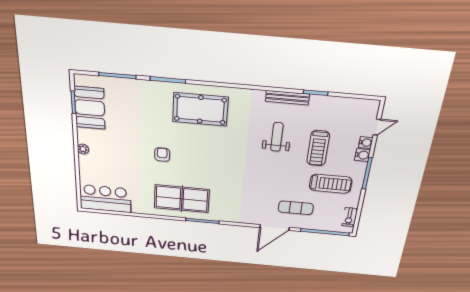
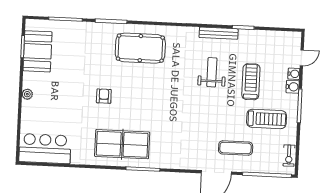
treadmill: (318, 148) -> (251, 82), turned 180

